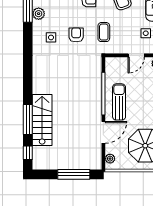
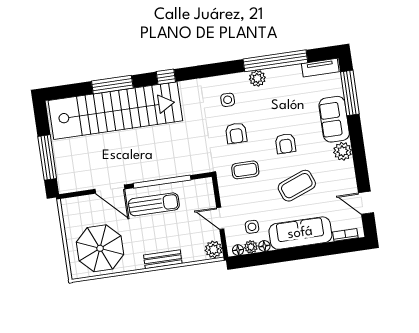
armchair: (76, 35) -> (236, 133), turned 90
stairs: (42, 120) -> (115, 111), width x1.86, depth x1.51
window: (28, 153) -> (166, 77), moved
plant: (110, 159) -> (76, 203), removed

